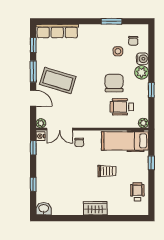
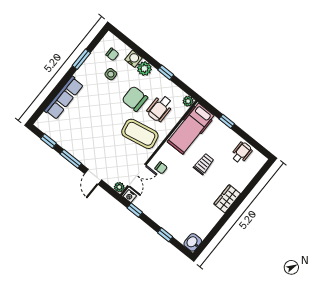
row of seats: (57, 31) -> (64, 98), moved
coffee table: (58, 81) -> (140, 134), moved, turned 62
door: (33, 98) -> (93, 177), swing flipped
wheelchair: (137, 192) -> (242, 153), turned 90

